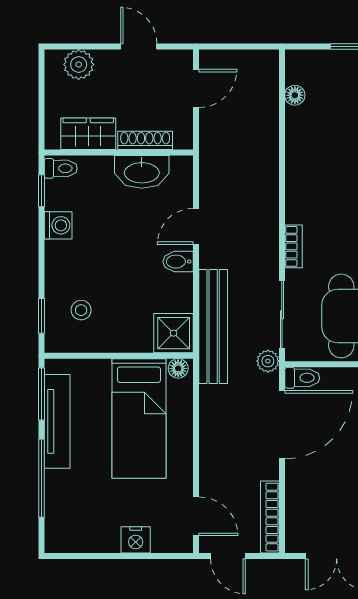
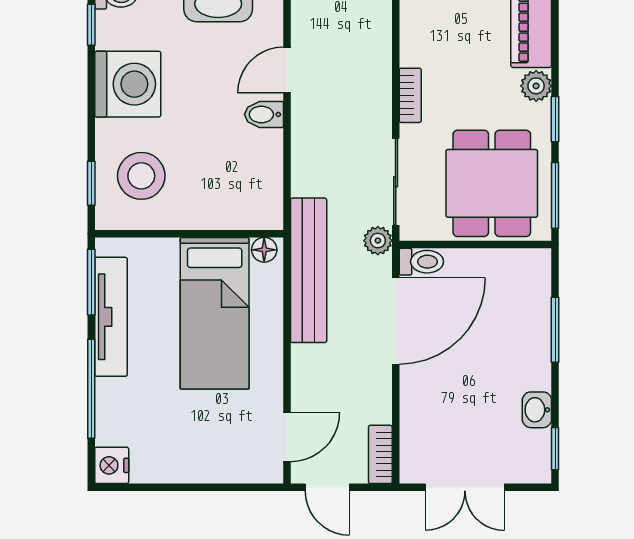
washing machine: (58, 225) -> (128, 84), width x1.89, depth x1.89
stool: (81, 310) -> (141, 176), width x1.89, depth x1.89
bench: (213, 327) -> (309, 270), moved
shower: (174, 333) -> (258, 205), removed
door: (196, 516) -> (287, 437), hinge flipped
bookcase: (270, 517) -> (380, 454), width x0.64
nightstand: (136, 540) -> (112, 465), moved, turned 90

